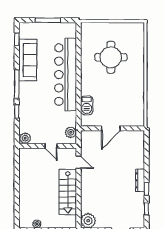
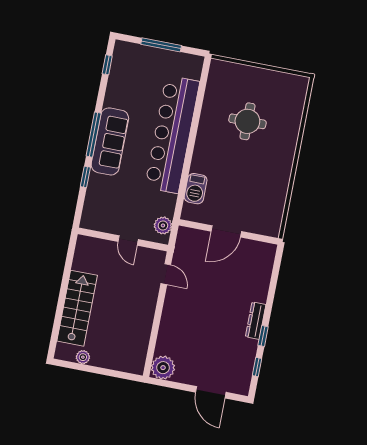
round table: (111, 57) -> (247, 121), width x0.73, depth x0.73
sofa: (28, 60) -> (110, 141), moved
plant: (25, 138) -> (90, 221), removed
stairs: (68, 192) -> (77, 308), moved, turned 180

